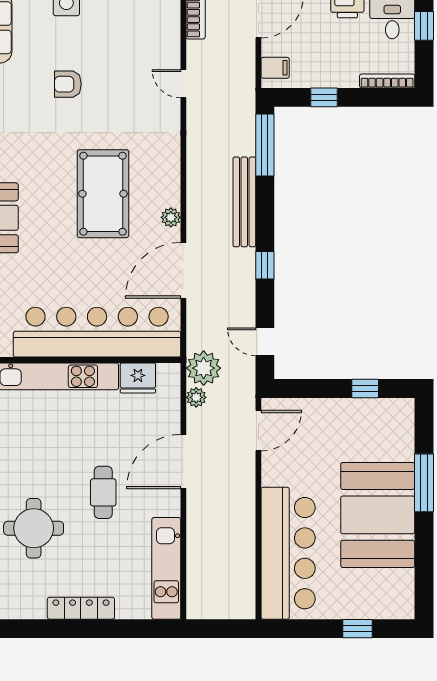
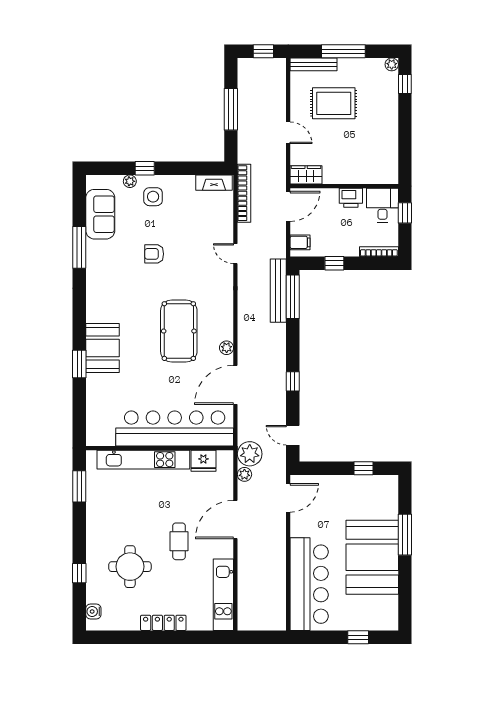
bench: (244, 202) -> (278, 291), moved

